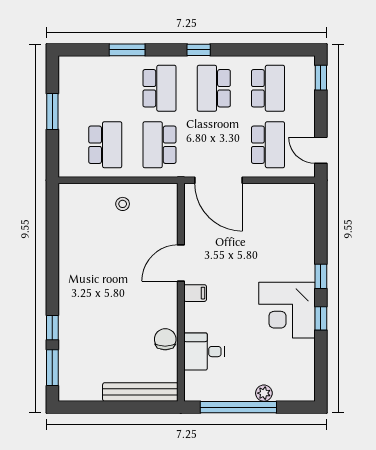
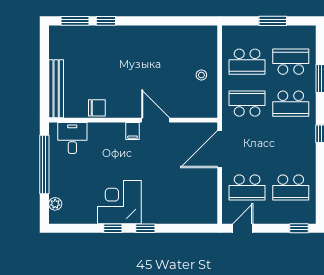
school desk: (214, 88) -> (291, 62), moved
desk: (204, 352) -> (72, 138), moved
plant: (264, 393) -> (55, 204), moved

